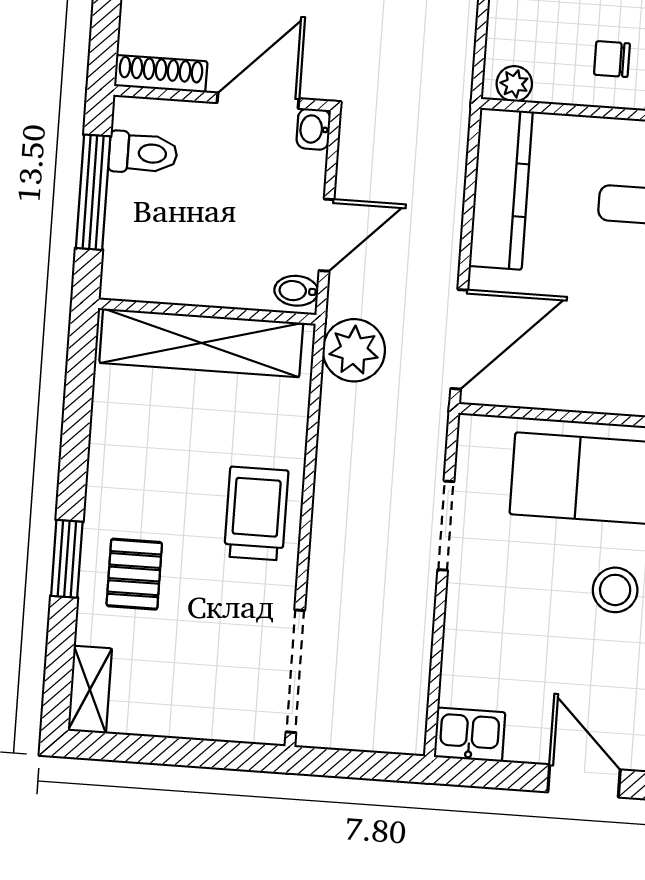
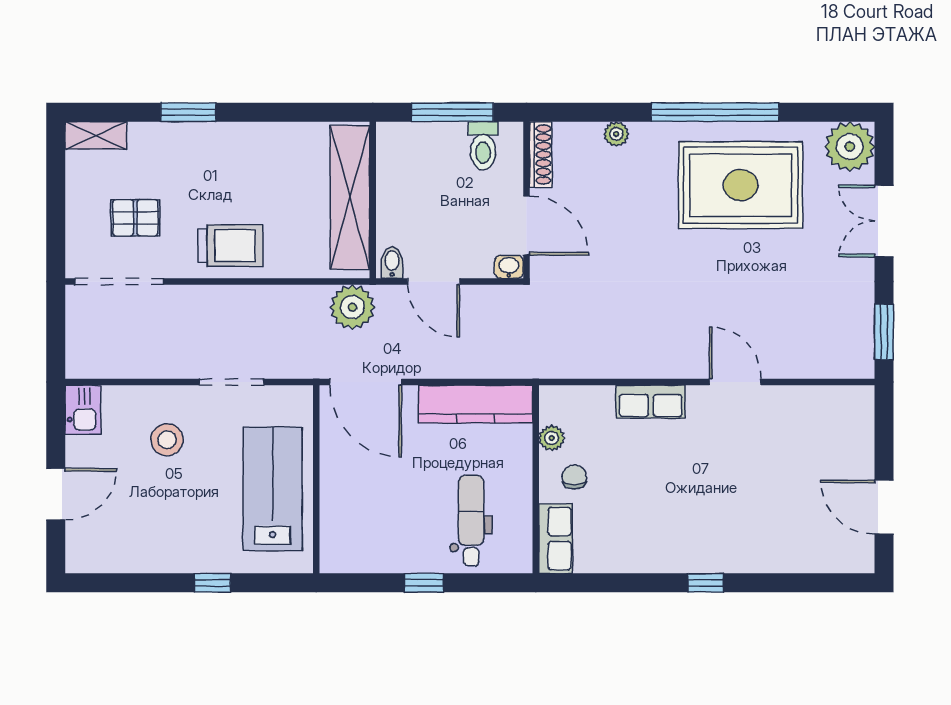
plant: (514, 84) -> (552, 438), moved
pallet: (134, 574) -> (135, 218), moved
stool: (615, 590) -> (167, 440), moved

